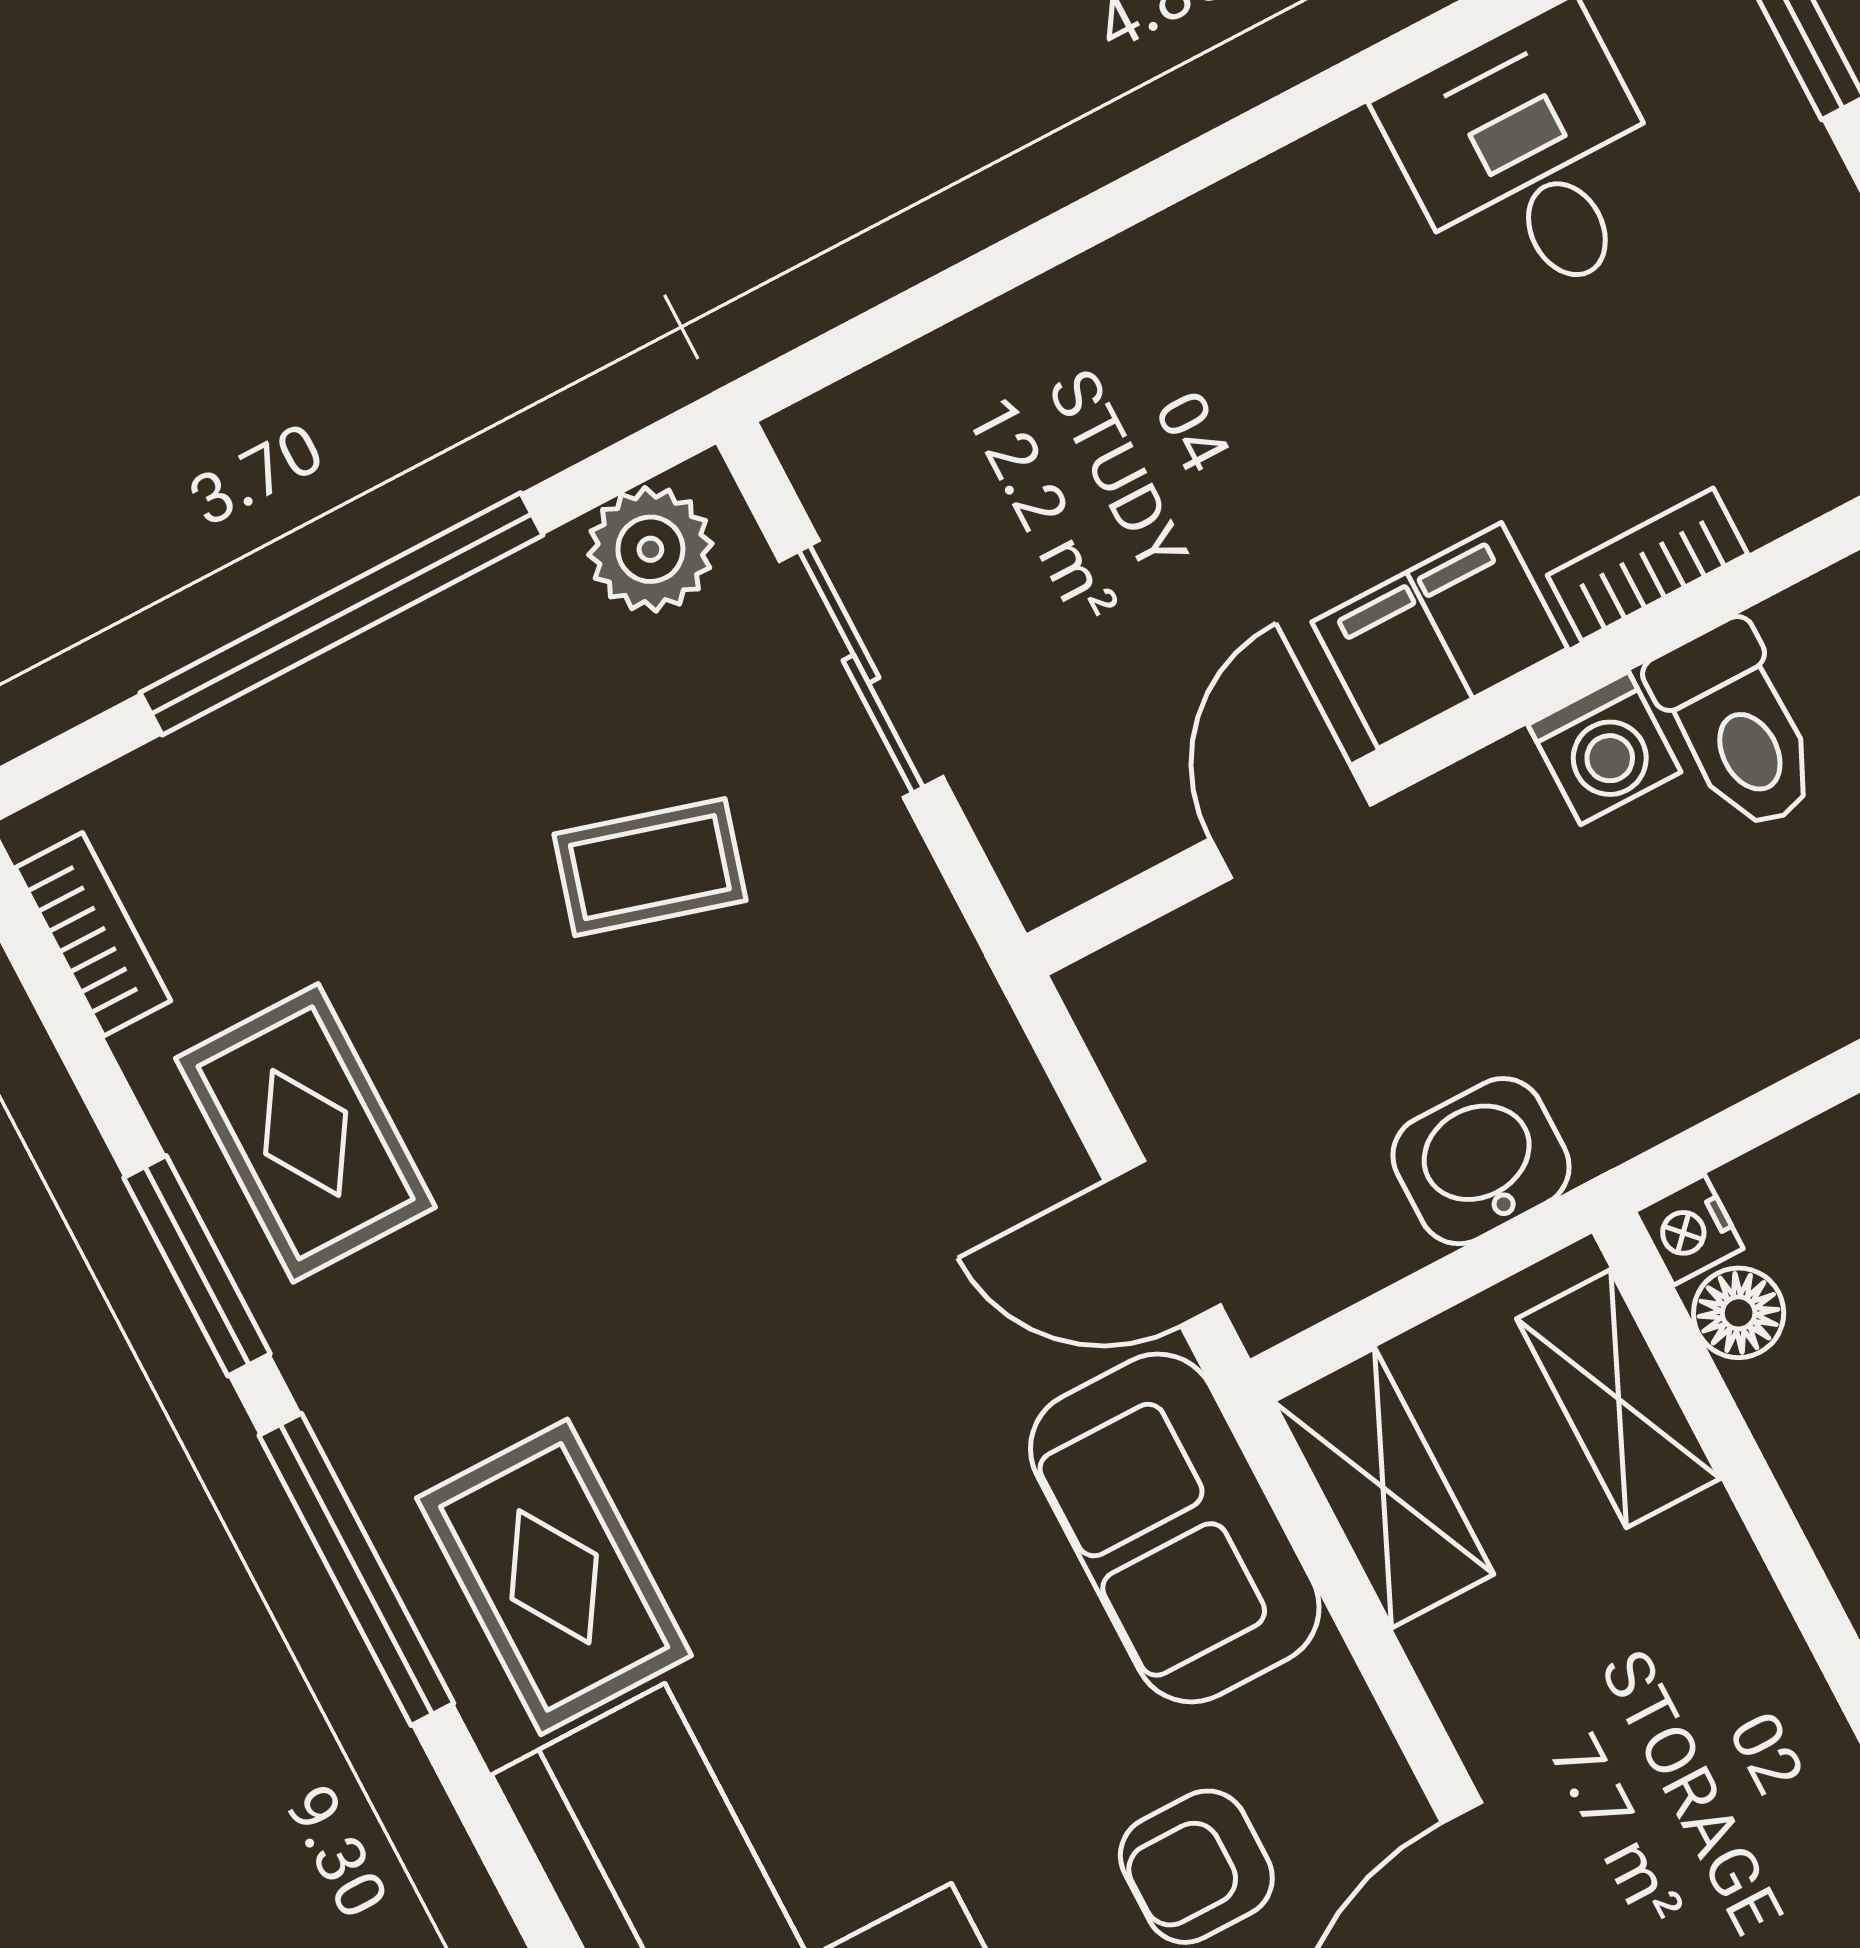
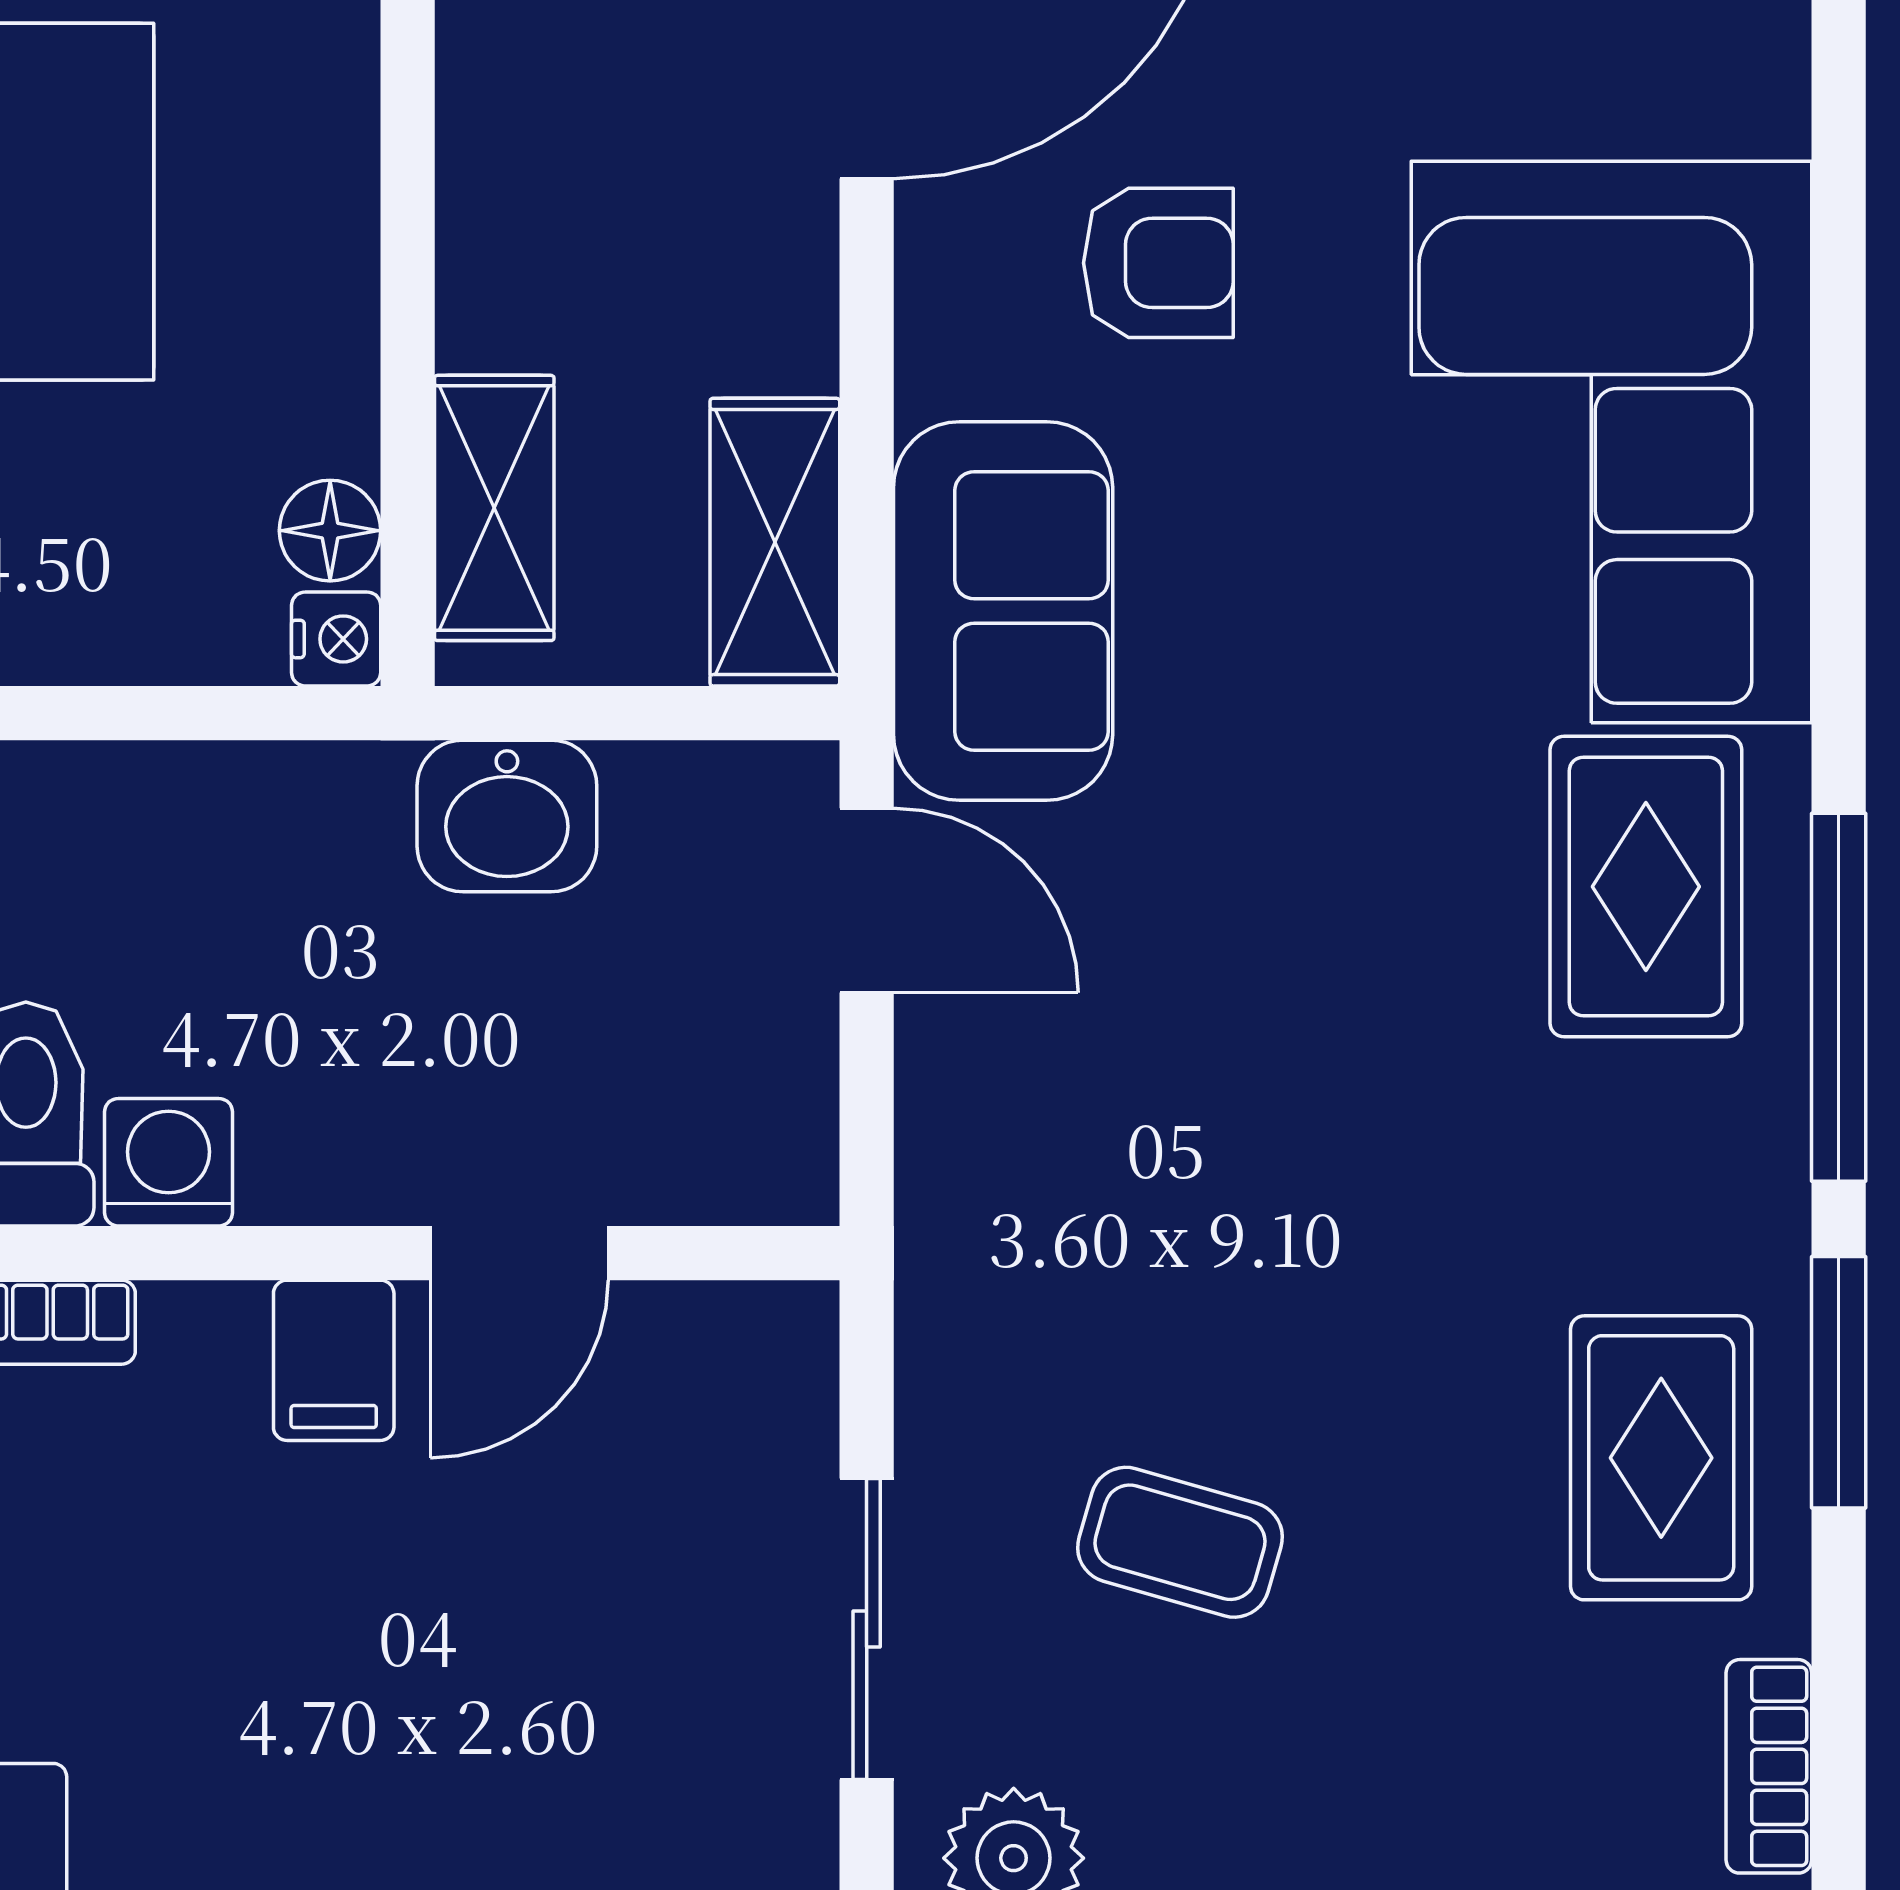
filing cabinet: (1440, 635) -> (334, 1360), width x0.50

